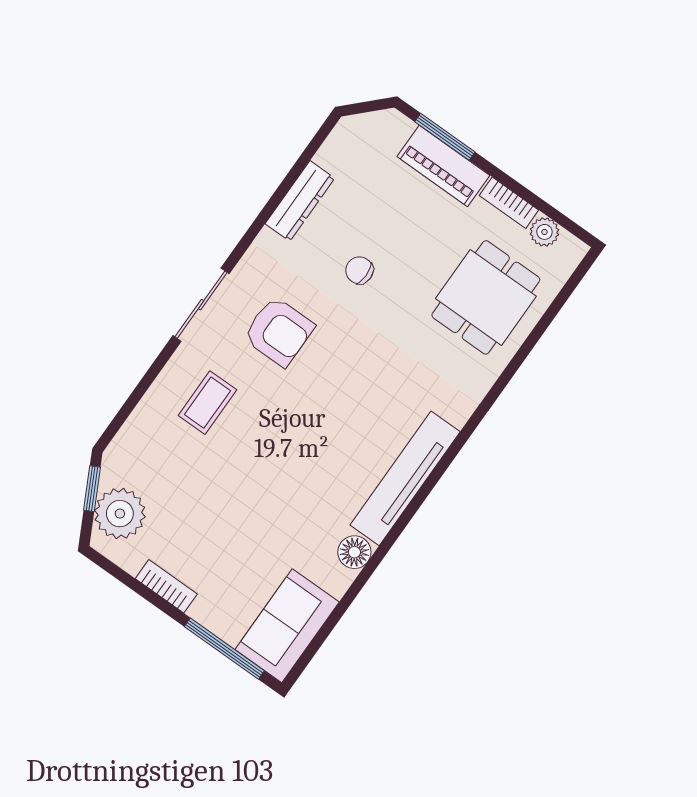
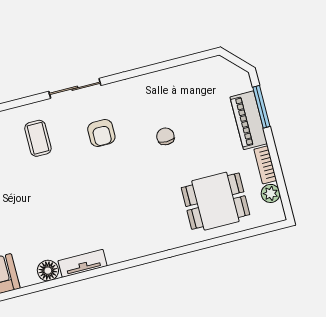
dresser: (300, 201) -> (165, 79), removed
armchair: (279, 332) -> (101, 133), width x0.72, depth x0.72
coffee table: (207, 403) -> (38, 138), turned 90
tv unit: (405, 478) -> (83, 263), width x0.52, depth x0.78

